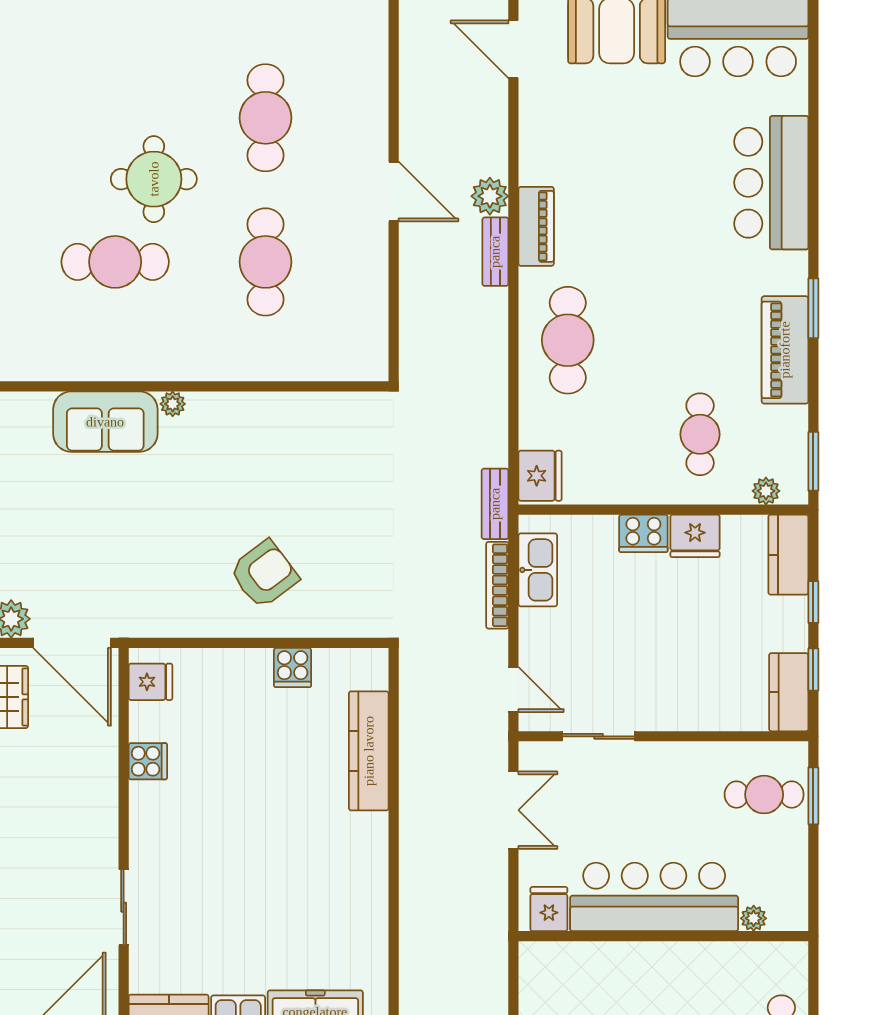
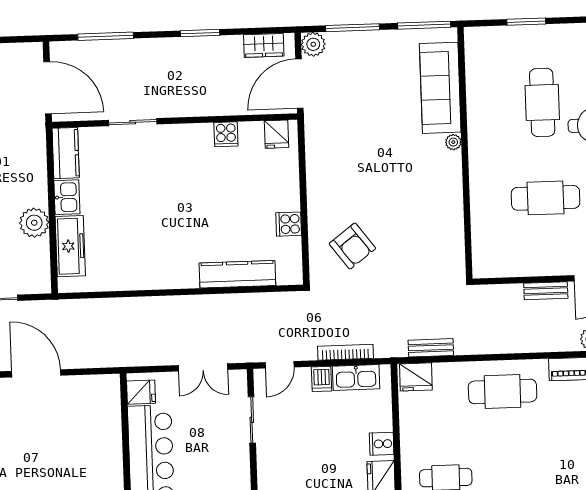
bench: (495, 252) -> (546, 291), moved
sofa: (105, 422) -> (440, 88), width x1.36
bench: (495, 504) -> (431, 348), moved
cooker: (643, 533) -> (382, 444), width x0.73
armchair: (264, 574) -> (352, 246), moved
dishwasher: (538, 624) -> (322, 379), added

